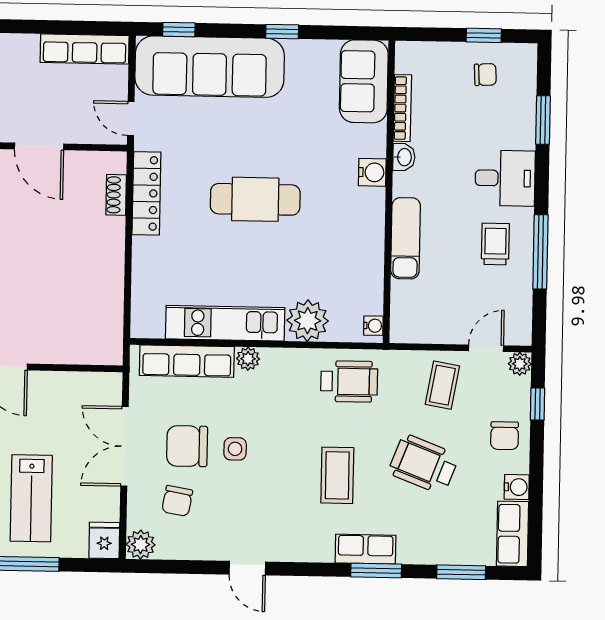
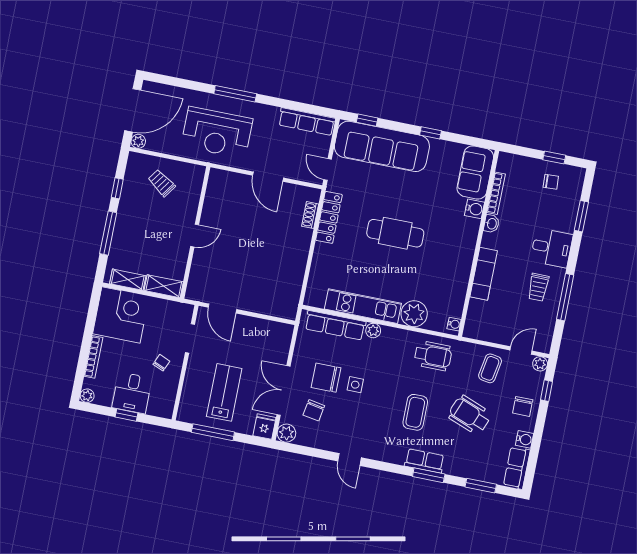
water cooler: (372, 172) -> (475, 209), moved
trolley: (495, 244) -> (538, 287), turned 180
double door: (125, 446) -> (283, 390), moved
lab bench: (31, 498) -> (224, 392), turned 180

